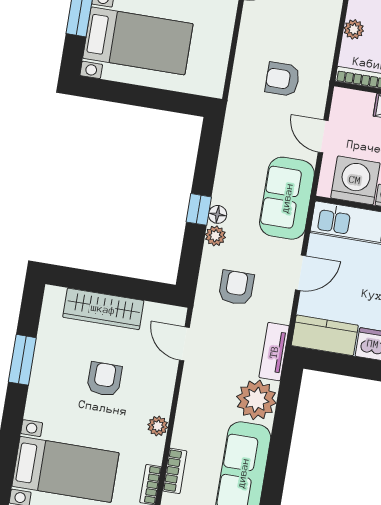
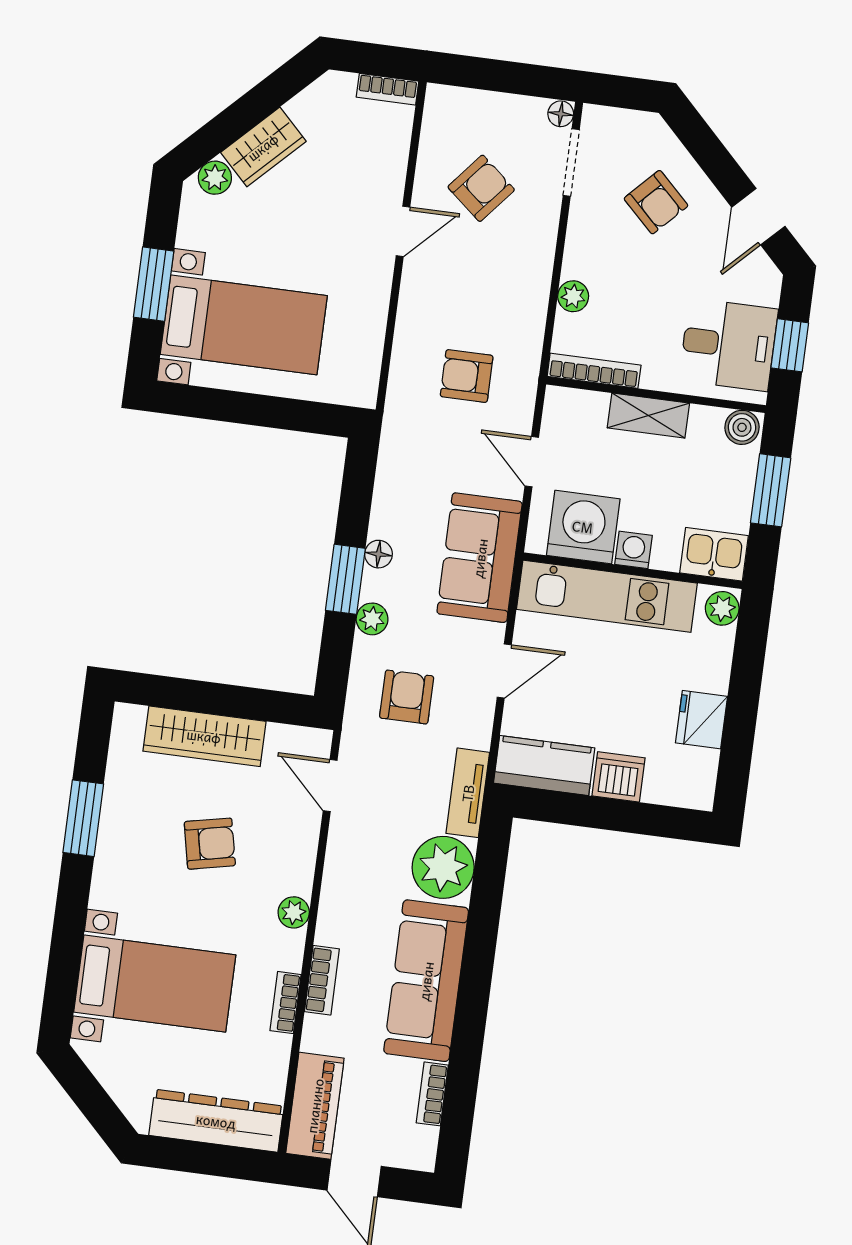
window: (199, 209) -> (345, 579), width x1.50
floor lamp: (218, 214) -> (378, 554), moved
armchair: (104, 379) -> (210, 844), turned 78

